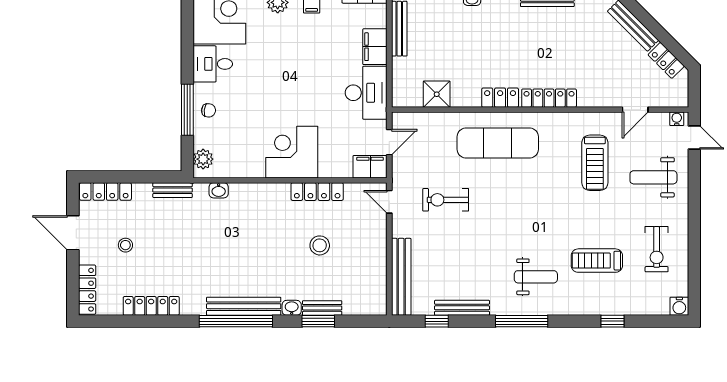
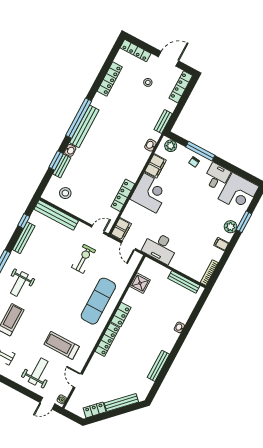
filing cabinet: (375, 47) -> (155, 166), moved, turned 90
stool: (320, 245) -> (65, 193), moved

